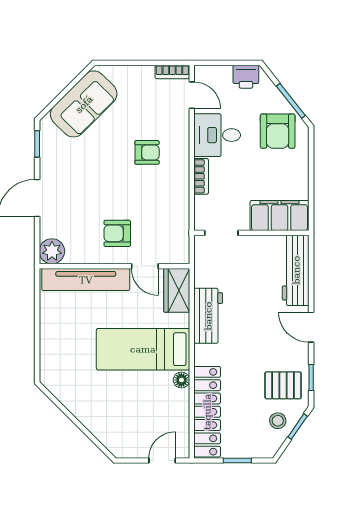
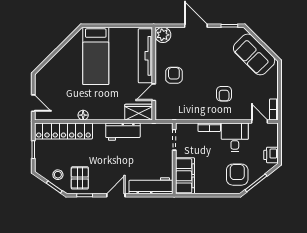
door: (192, 95) -> (260, 121), swing flipped
armchair: (278, 131) -> (237, 175), turned 90
bed: (143, 349) -> (96, 56), moved, turned 180

